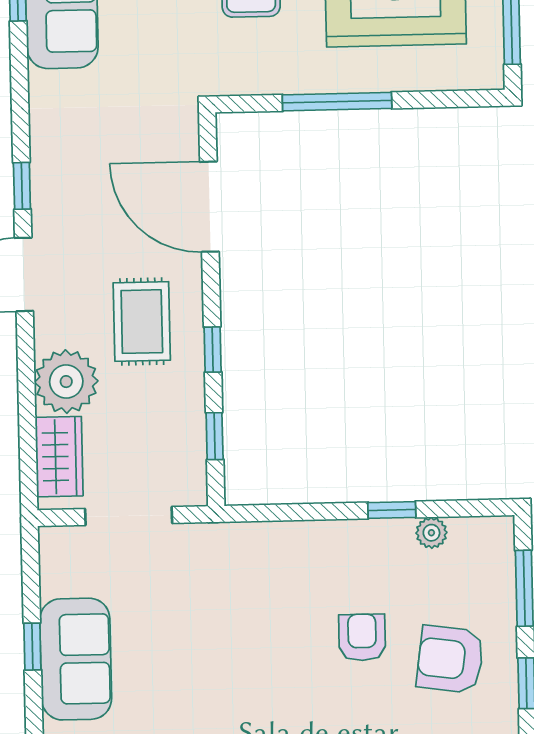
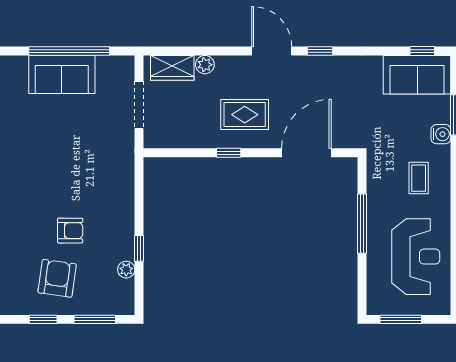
plant: (66, 382) -> (205, 65), width x0.53, depth x0.53
window: (215, 436) -> (181, 153), removed
window: (32, 647) -> (69, 51), width x3.17

